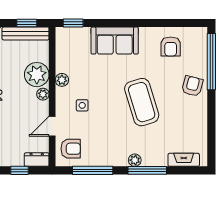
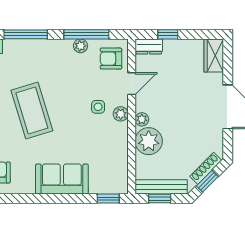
plant: (62, 80) -> (121, 114), moved
plant: (135, 160) -> (81, 46), moved

